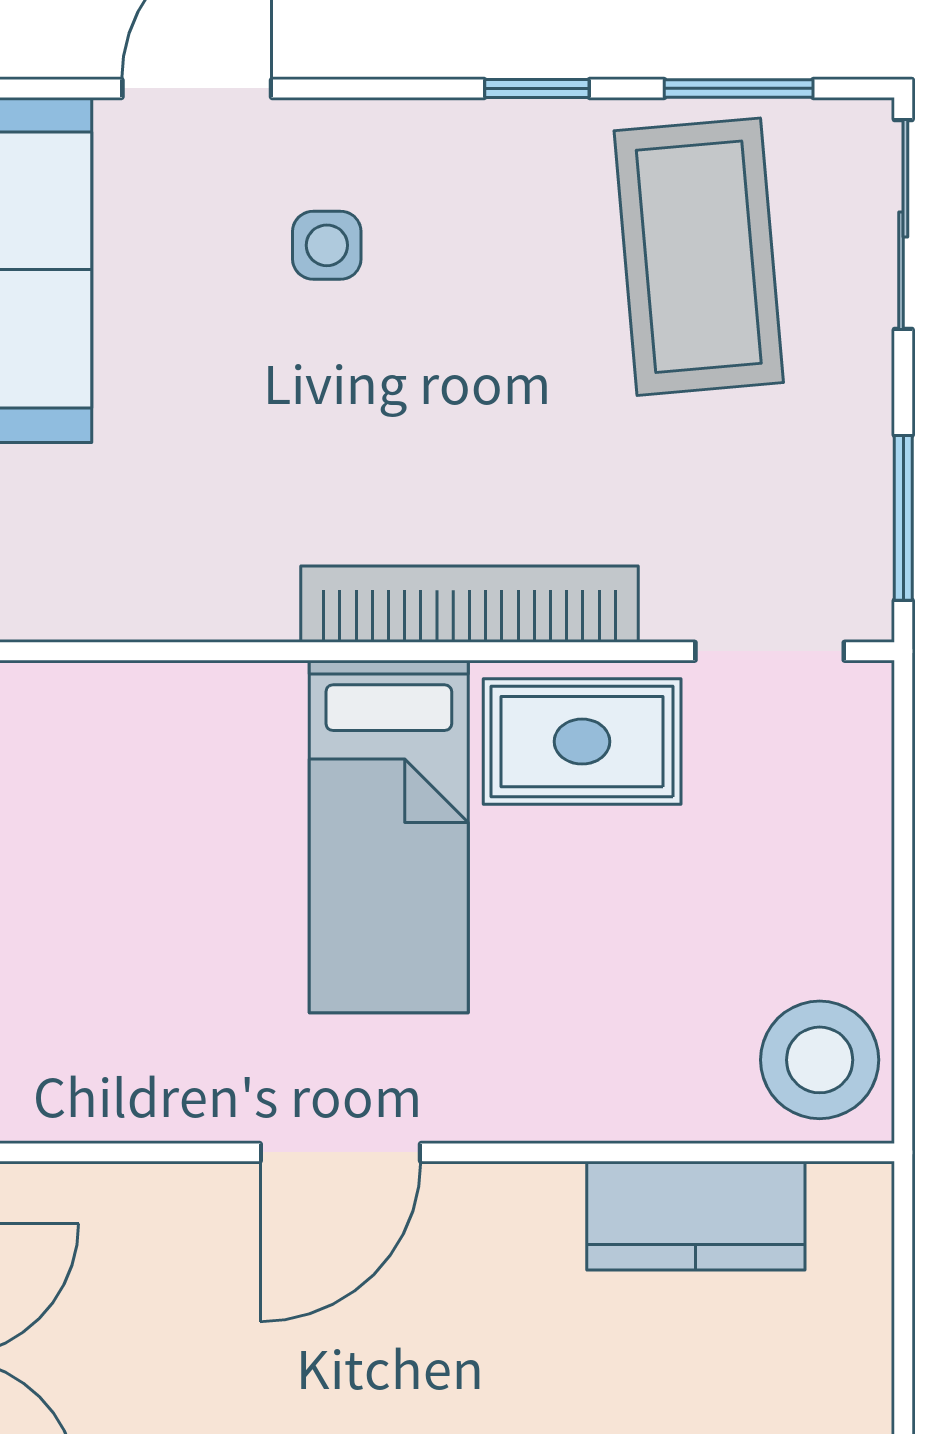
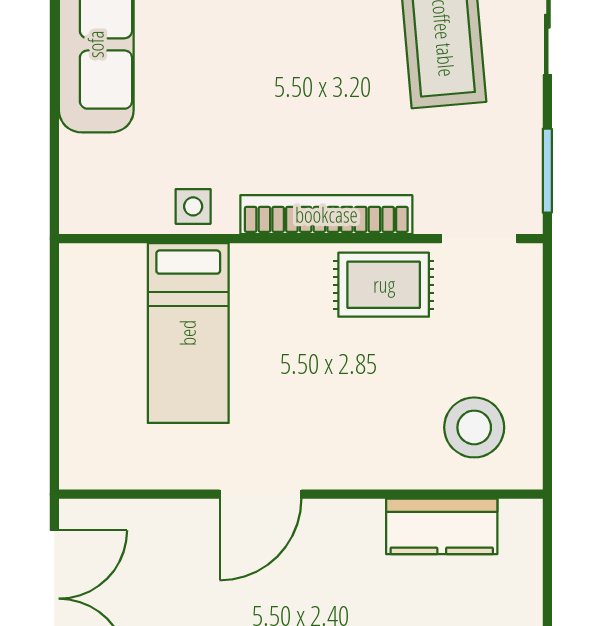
side table: (327, 245) -> (193, 206), moved
bed: (389, 836) -> (188, 333), moved
stool: (820, 1060) -> (474, 427), moved

